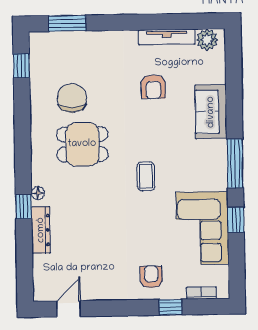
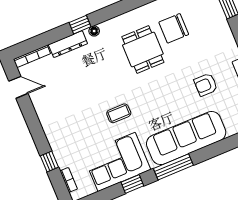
chair: (72, 98) -> (174, 28), turned 180
sofa: (211, 112) -> (186, 138), width x1.85, depth x1.27
coffee table: (146, 176) -> (119, 113), moved
armchair: (151, 277) -> (66, 139), removed
bookcase: (38, 278) -> (32, 56), added

